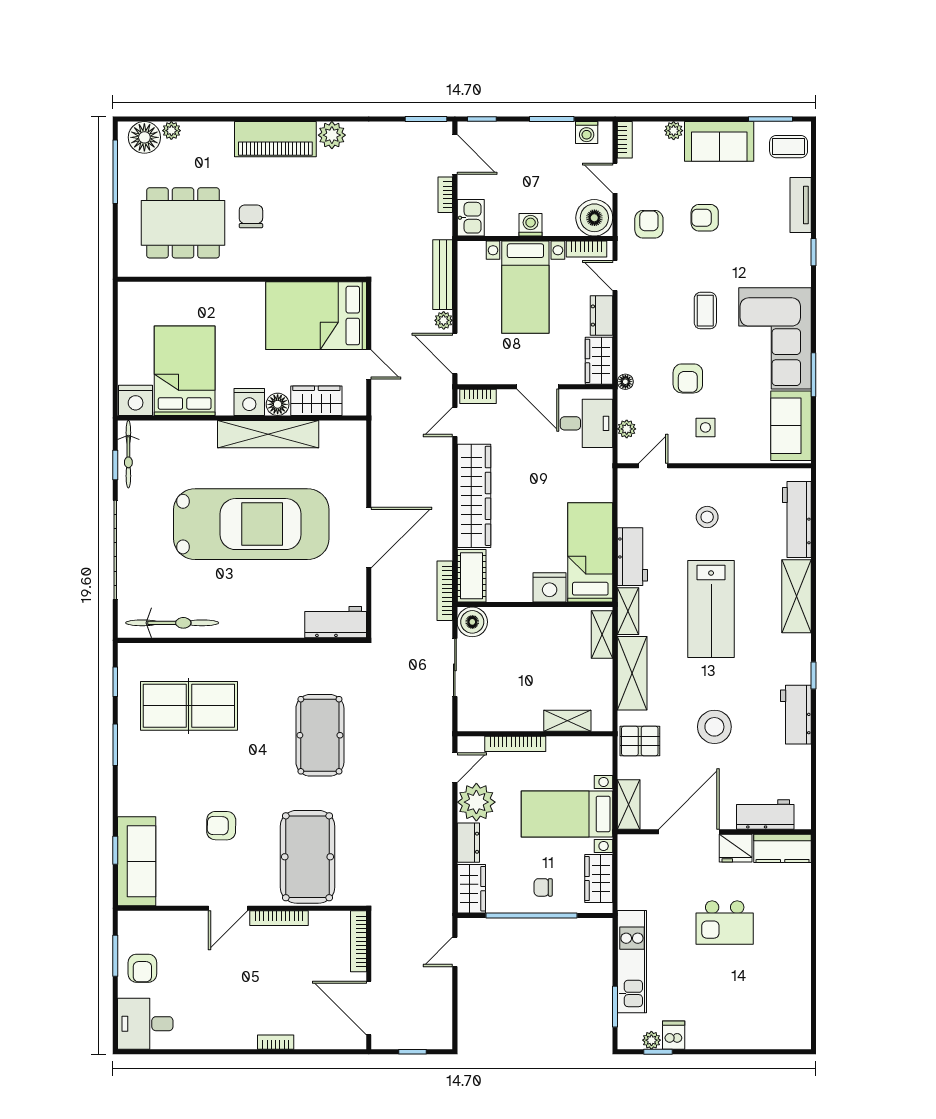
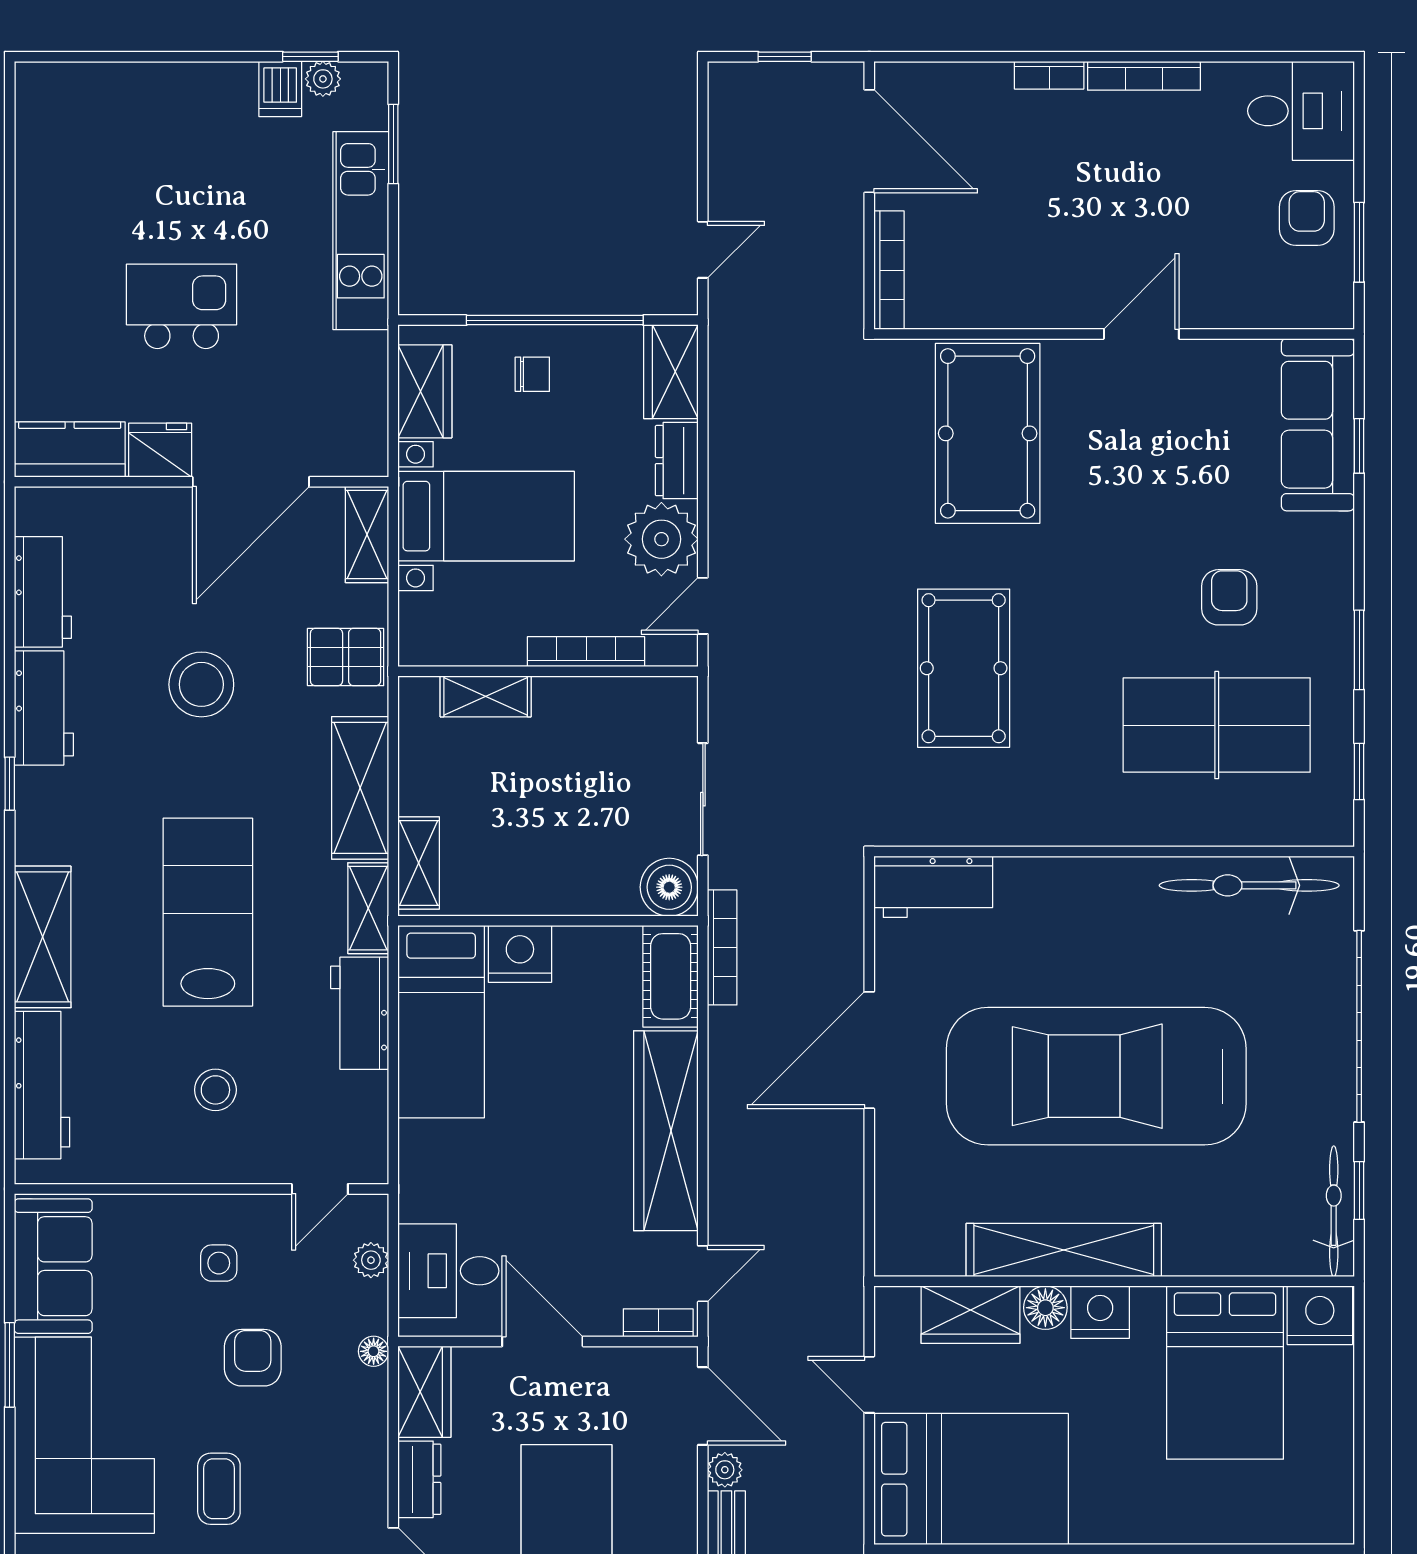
workbench: (765, 815) -> (43, 592), moved, turned -90
armchair: (221, 826) -> (1229, 597), moved, turned -91
bookcase: (279, 918) -> (1144, 76), moved, turned 180

